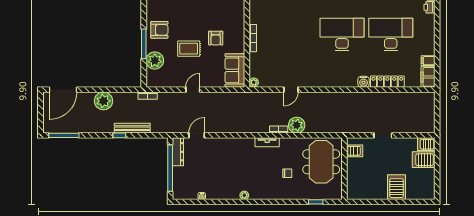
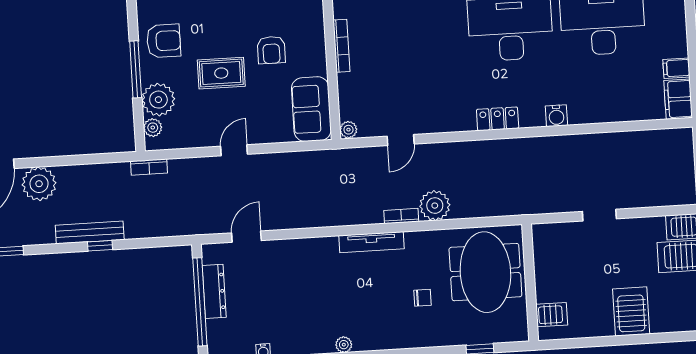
plant: (151, 75) -> (153, 128), added
locker: (387, 82) -> (498, 119), moved, width x0.66
door: (291, 90) -> (401, 140), moved
plant: (103, 101) -> (39, 184), moved
bench: (132, 128) -> (90, 232), moved
tv unit: (267, 142) -> (371, 242), width x1.41
server rack: (355, 151) -> (552, 315), moved
dresser: (178, 152) -> (214, 291), moved

